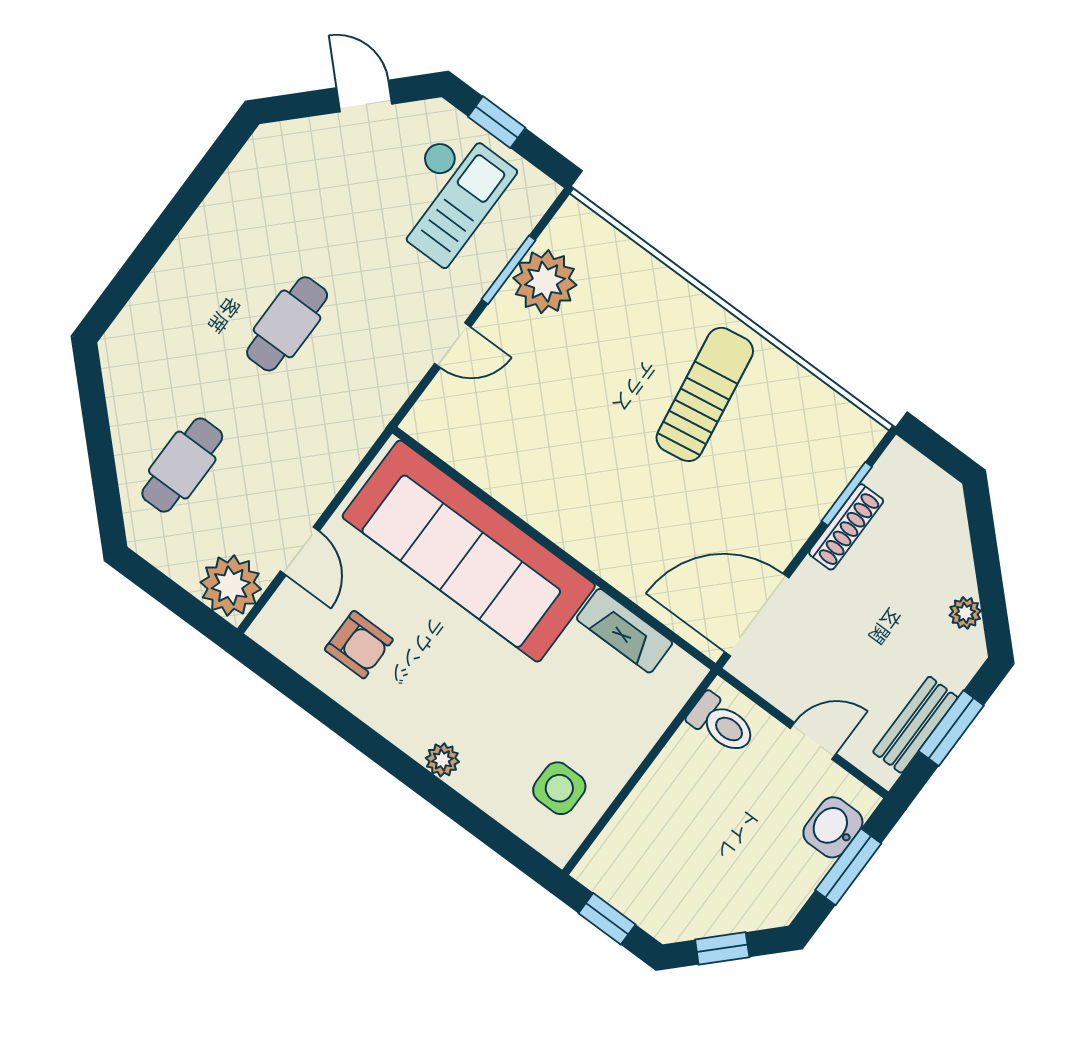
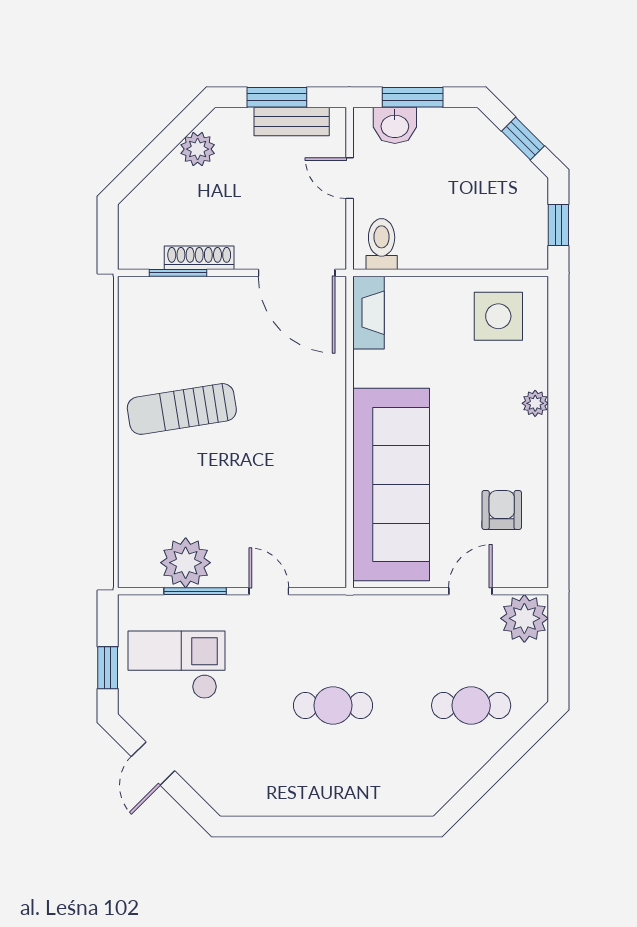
plant: (965, 613) -> (198, 149), width x1.38, depth x1.38
fireplace: (625, 631) -> (368, 313), moved
side table: (559, 788) -> (498, 316), width x1.37, depth x1.37

